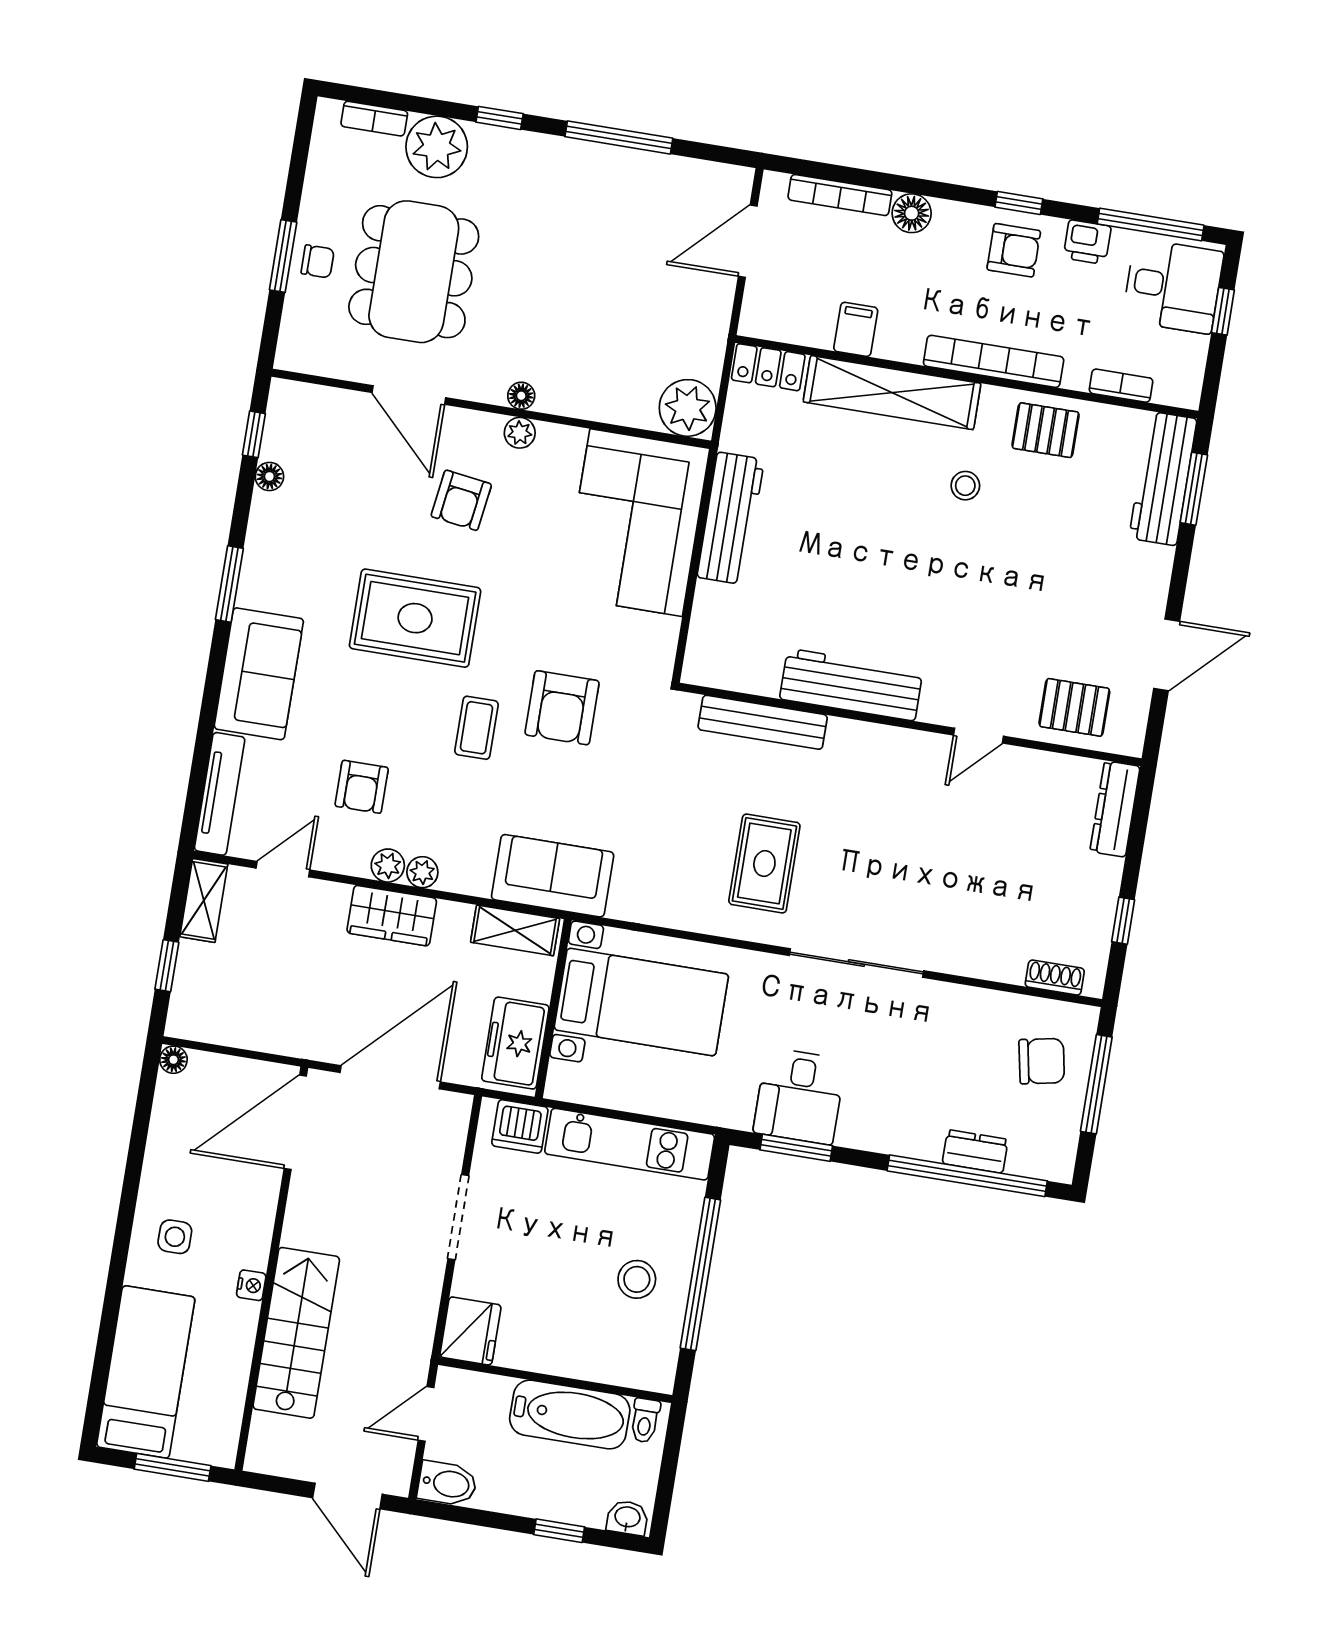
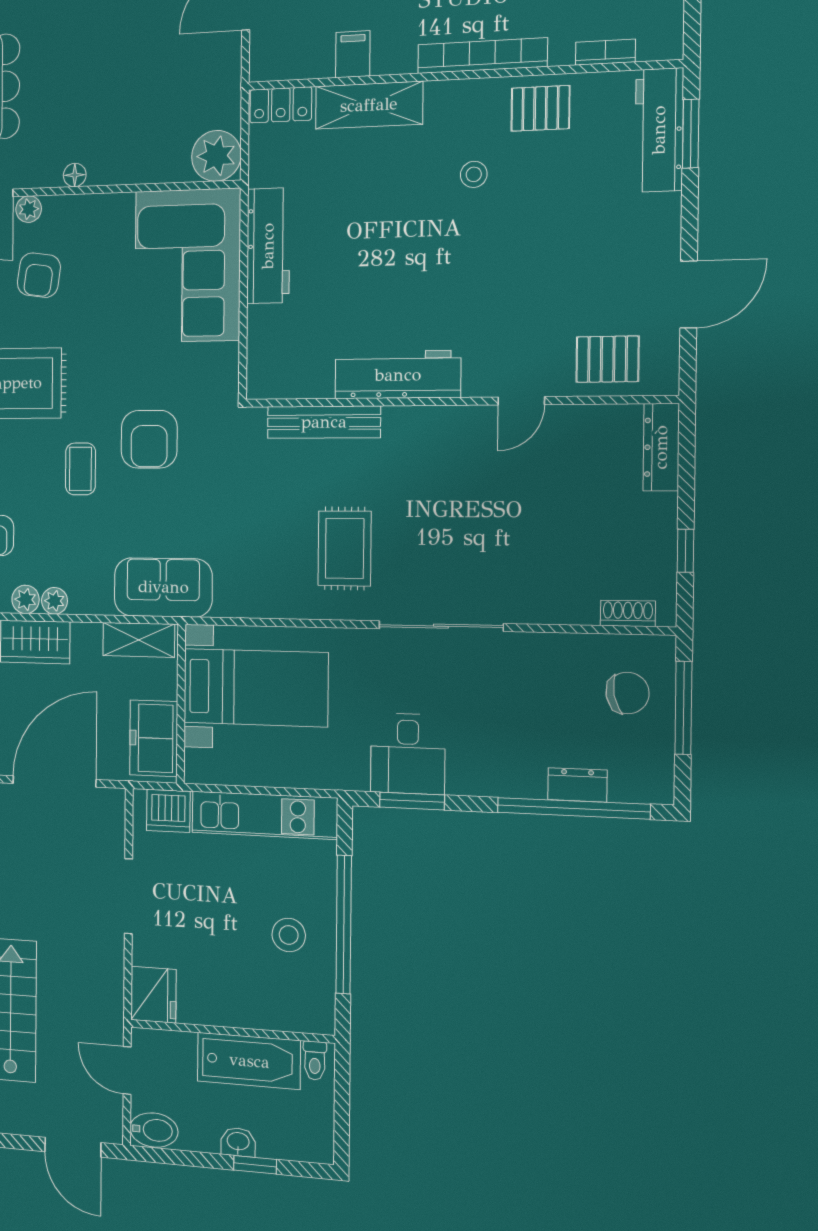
shelving: (892, 393) -> (369, 105), width x0.68
plant: (520, 433) -> (29, 209), moved
door: (426, 1414) -> (127, 1070), hinge flipped
washbasin: (627, 1518) -> (238, 1142), moved

